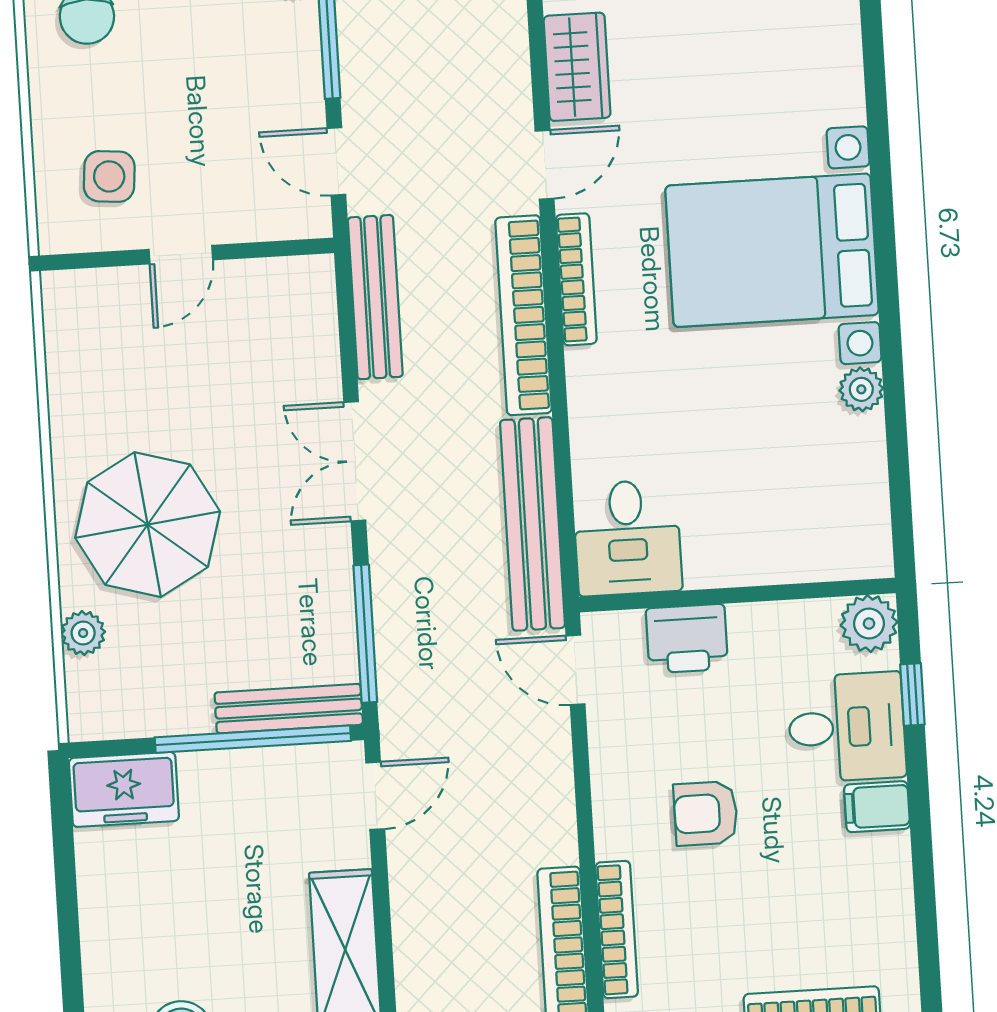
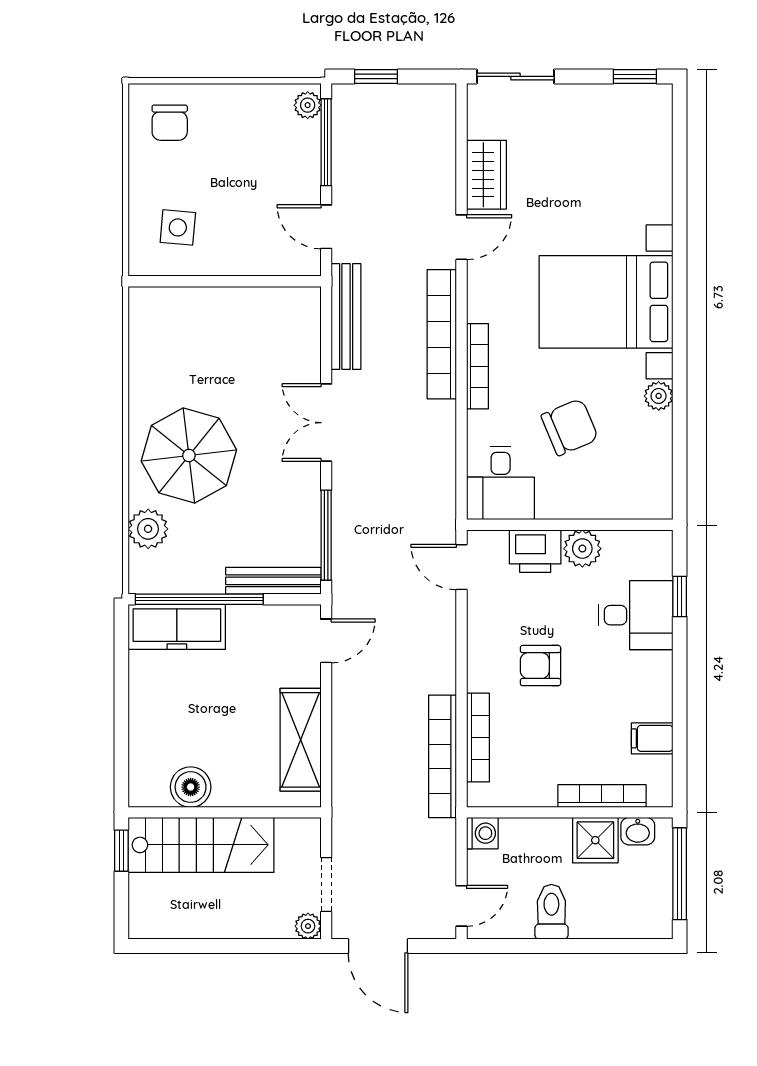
door: (181, 255) -> (221, 281), removed
bookcase: (576, 279) -> (477, 366), moved
chair: (728, 445) -> (570, 427), added
bench: (532, 524) -> (439, 470), removed
plant: (869, 624) -> (582, 549), moved
plant: (83, 633) -> (148, 529), width x1.38, depth x1.38
window: (253, 739) -> (199, 599), moved
freezer: (124, 789) -> (177, 627), width x1.40
filing cabinet: (877, 807) -> (652, 738), moved

